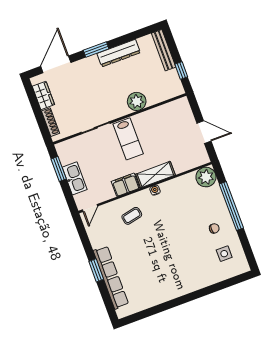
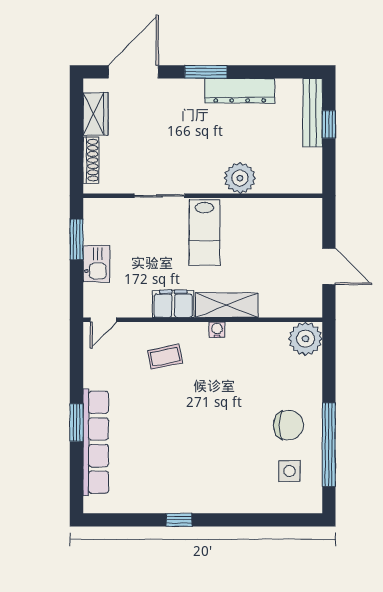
window: (181, 70) -> (329, 124), moved
kitchen sink: (75, 178) -> (96, 264), width x0.73
window: (231, 206) -> (329, 445), moved
chair: (214, 228) -> (288, 425), width x1.87, depth x1.87
window: (173, 303) -> (179, 520), added

